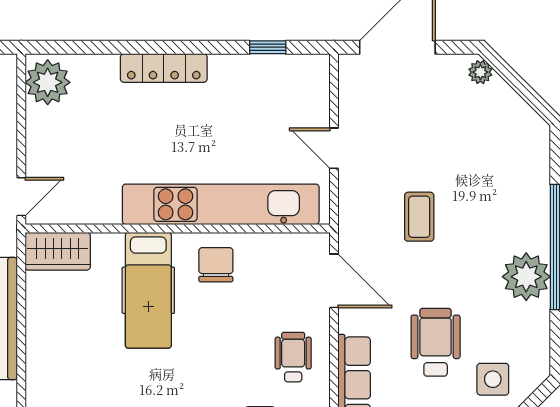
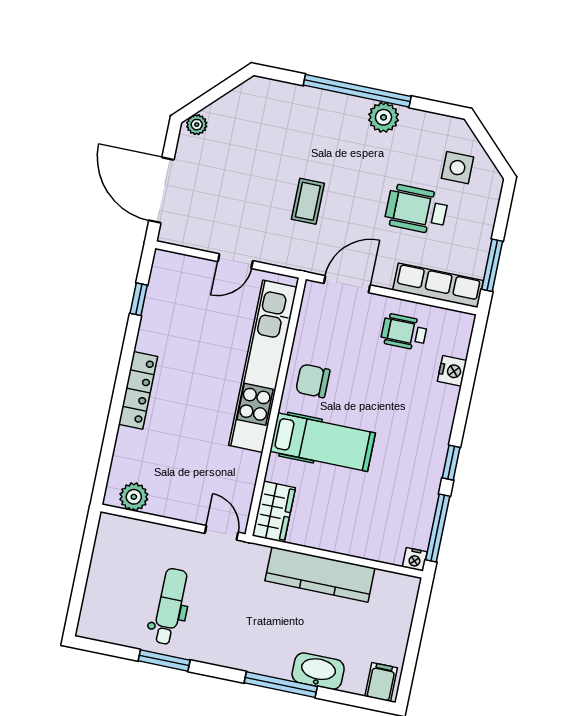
plant: (48, 82) -> (134, 497), width x0.73, depth x0.73
coffee table: (419, 217) -> (308, 201), turned 90
plant: (526, 277) -> (384, 117), width x0.73, depth x0.73

